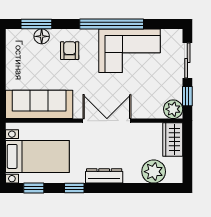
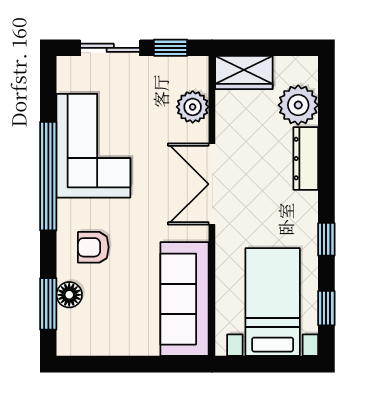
plant: (173, 109) -> (193, 107), moved
dresser: (104, 176) -> (306, 159), moved

